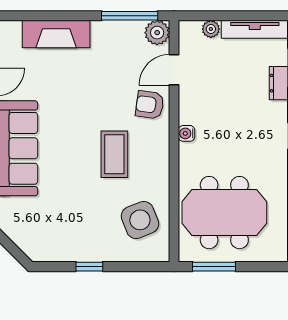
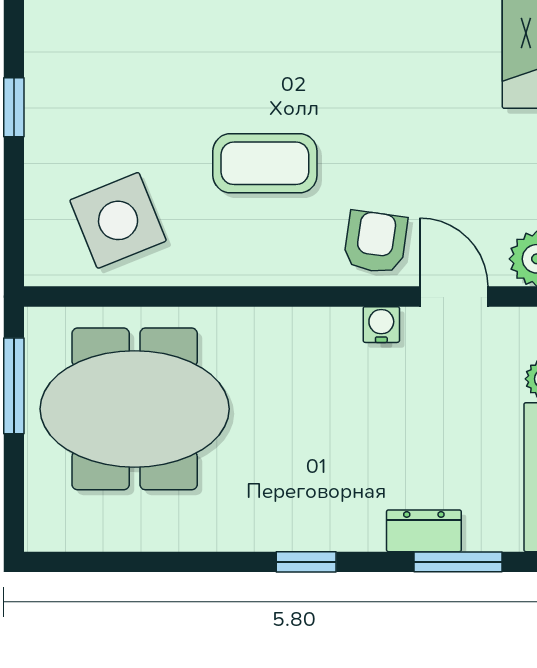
water cooler: (187, 133) -> (381, 325), moved
meeting table: (224, 213) -> (135, 409), turned 90

